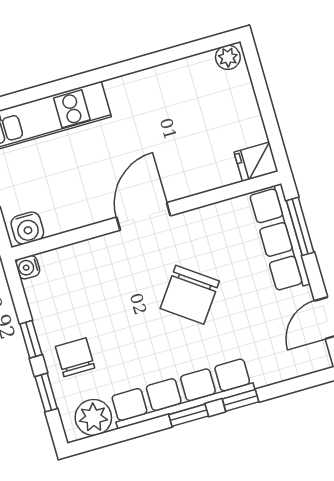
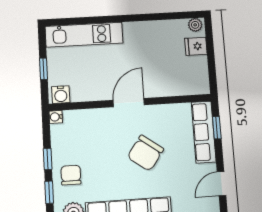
fridge: (256, 162) -> (196, 46), moved
window: (300, 226) -> (217, 128), width x0.67

